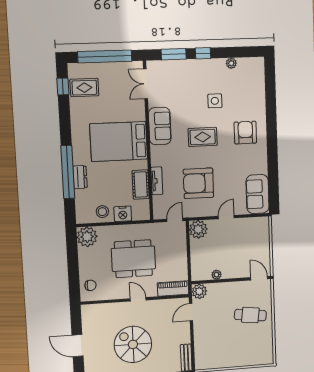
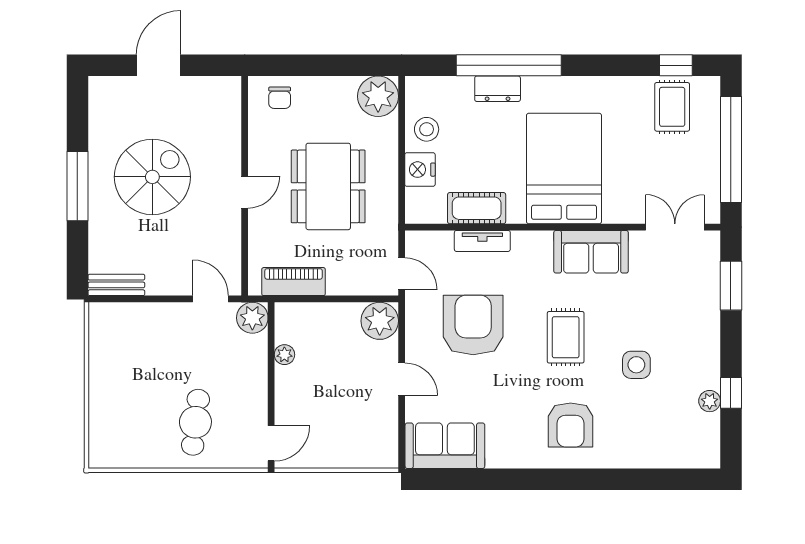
window: (203, 53) -> (731, 393), moved
armchair: (245, 133) -> (571, 425), turned 90
piano: (173, 288) -> (294, 282), moved, turned -90

